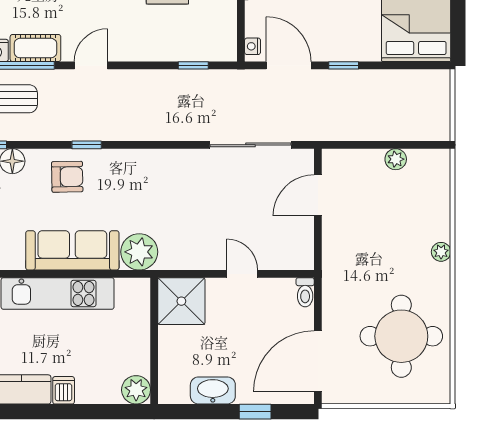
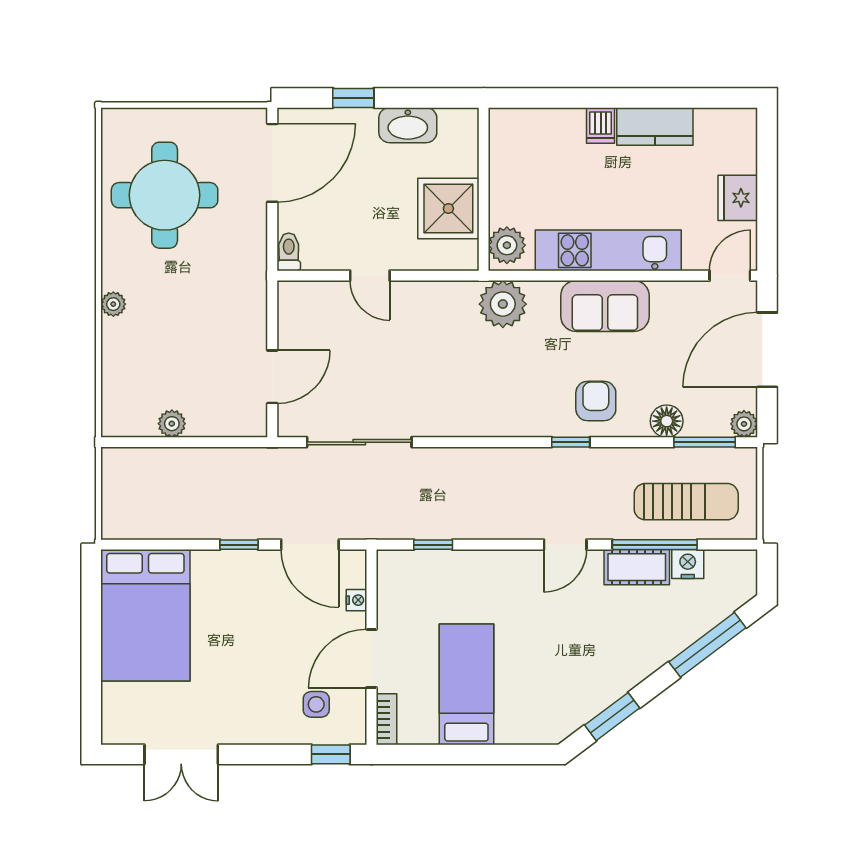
nightstand: (253, 46) -> (357, 600), moved
armchair: (67, 177) -> (596, 401), turned 91
sofa: (72, 250) -> (605, 306), width x0.73
shower: (181, 301) -> (448, 209), moved
plant: (136, 390) -> (507, 245), moved

